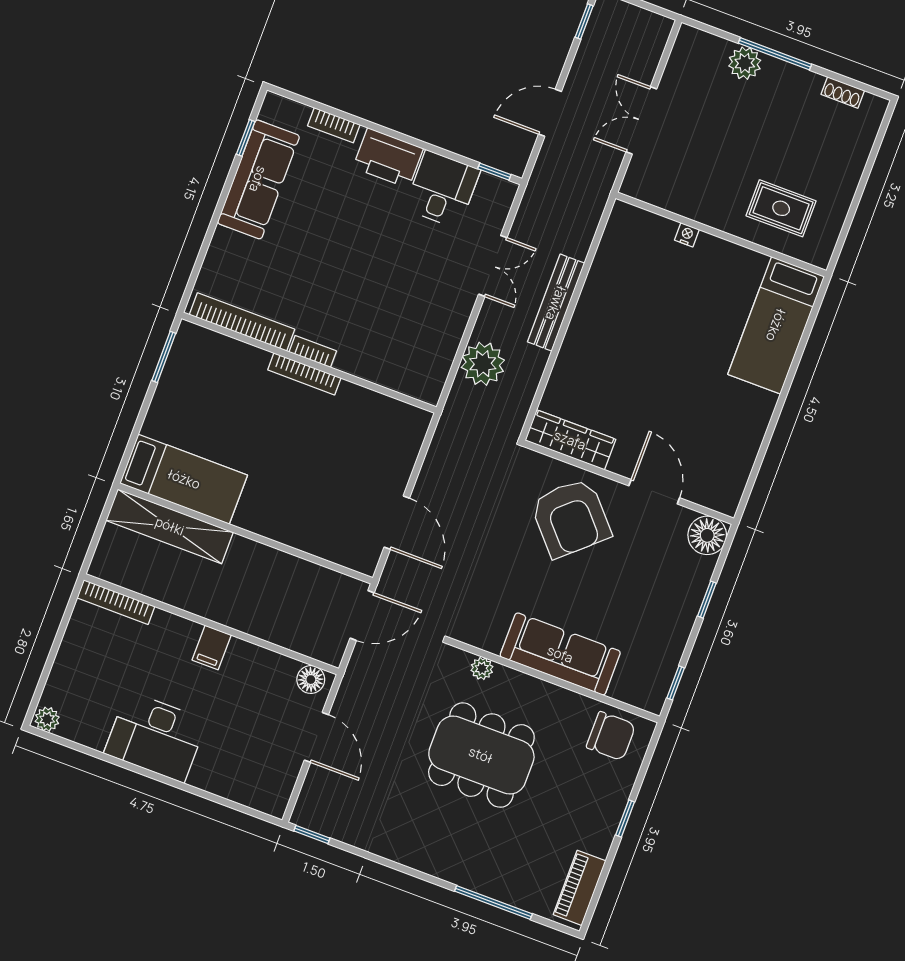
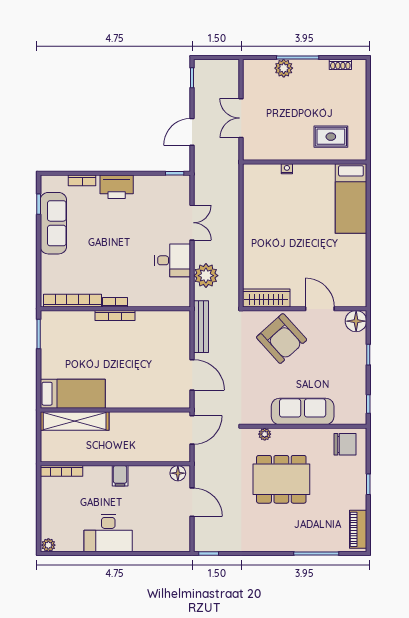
desk: (442, 189) -> (173, 260), moved, turned 90
bench: (556, 303) -> (201, 327), moved

